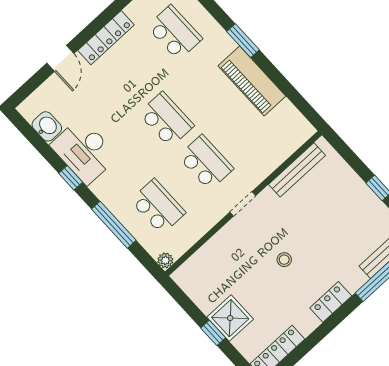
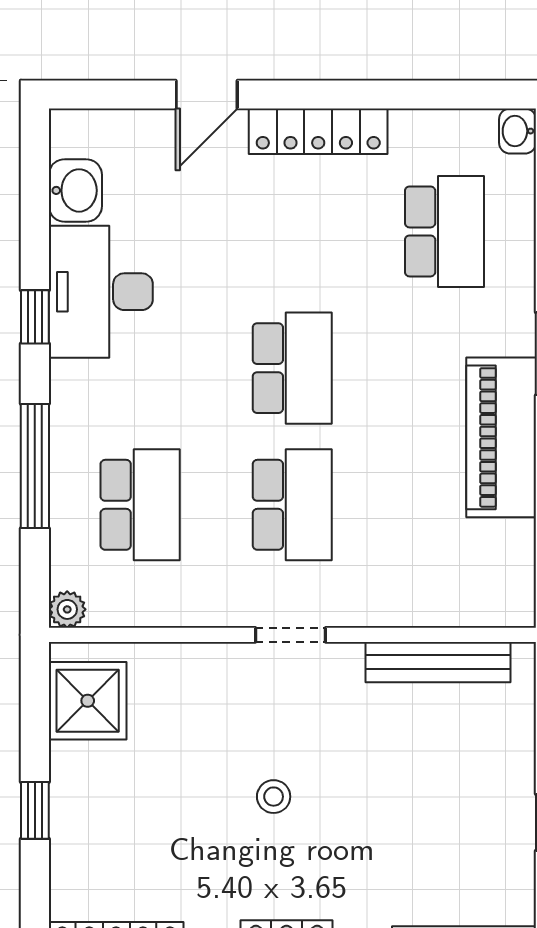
shower: (230, 318) -> (88, 701), moved

